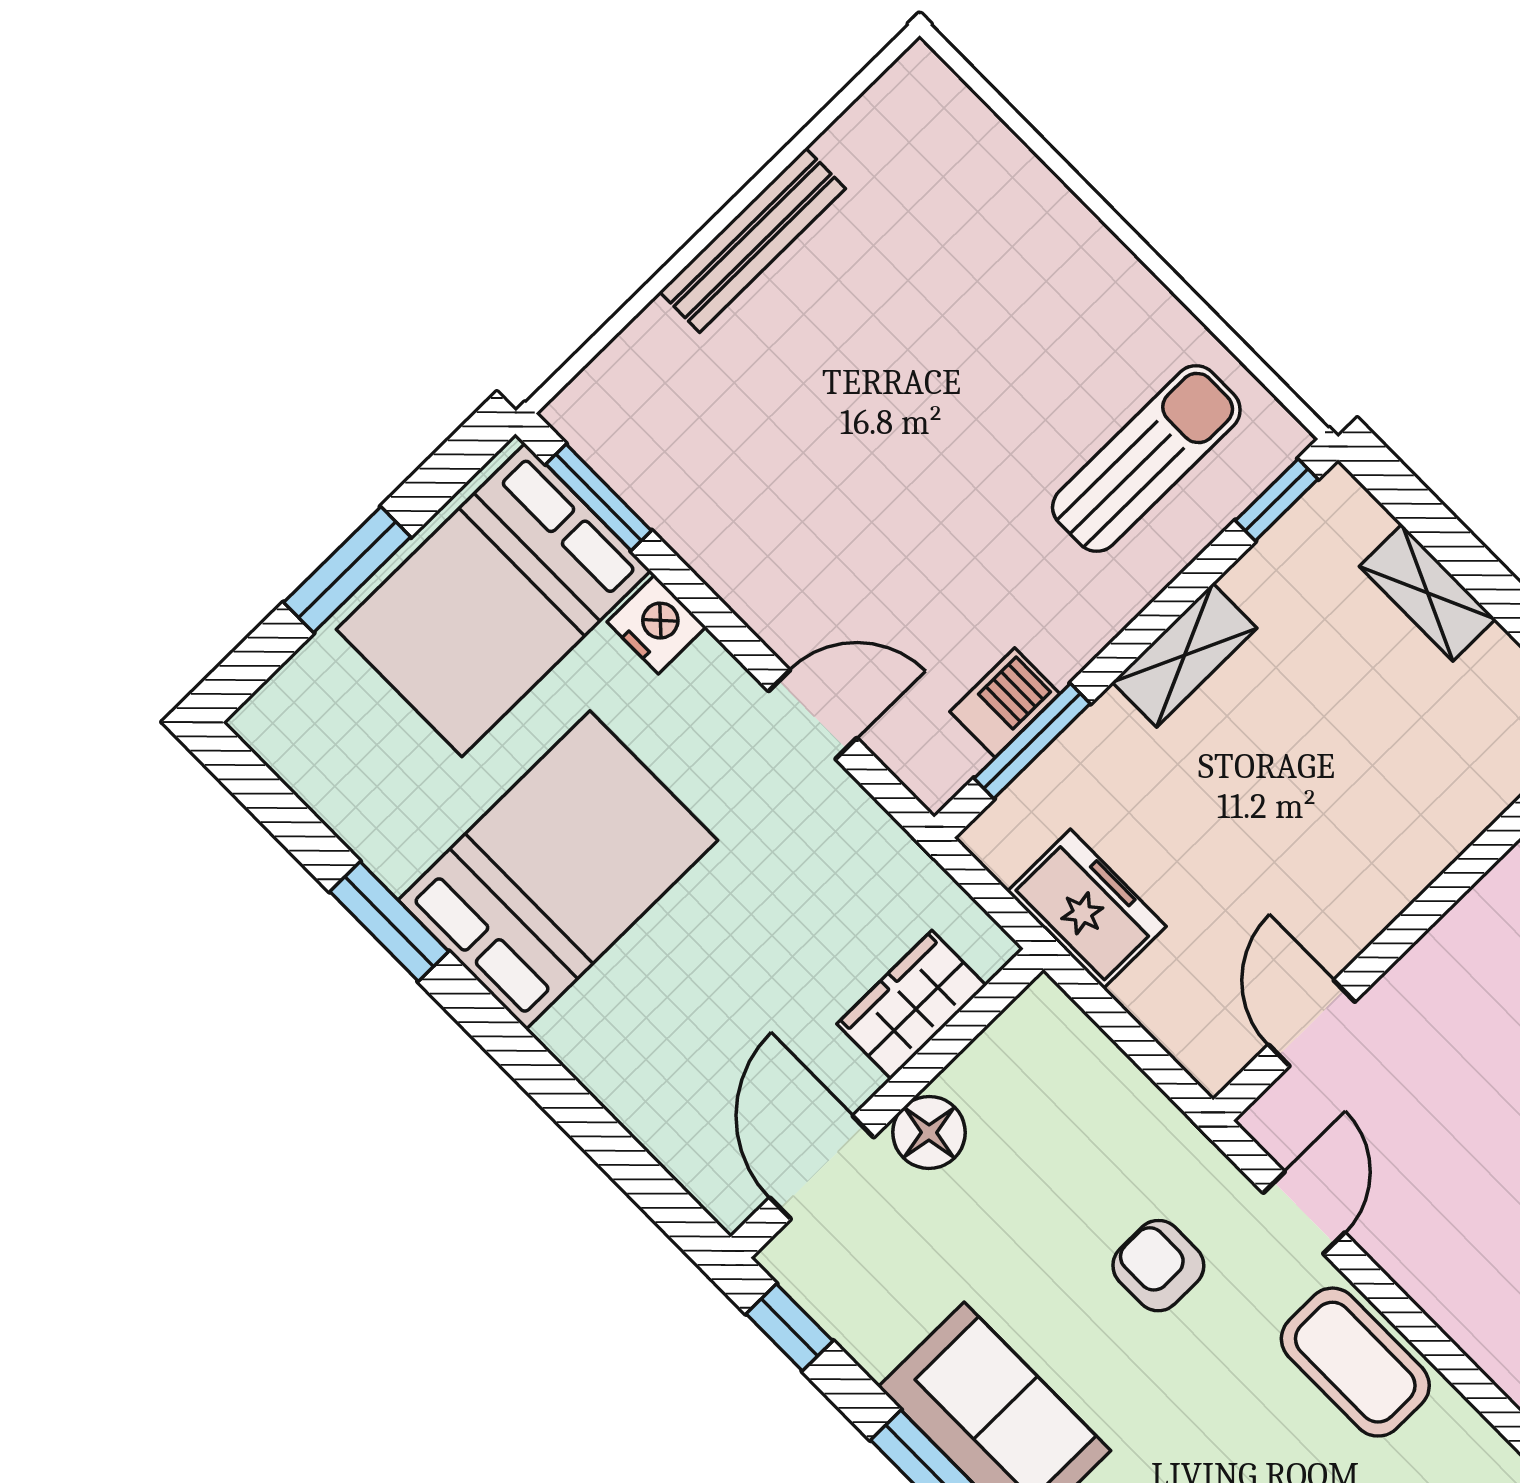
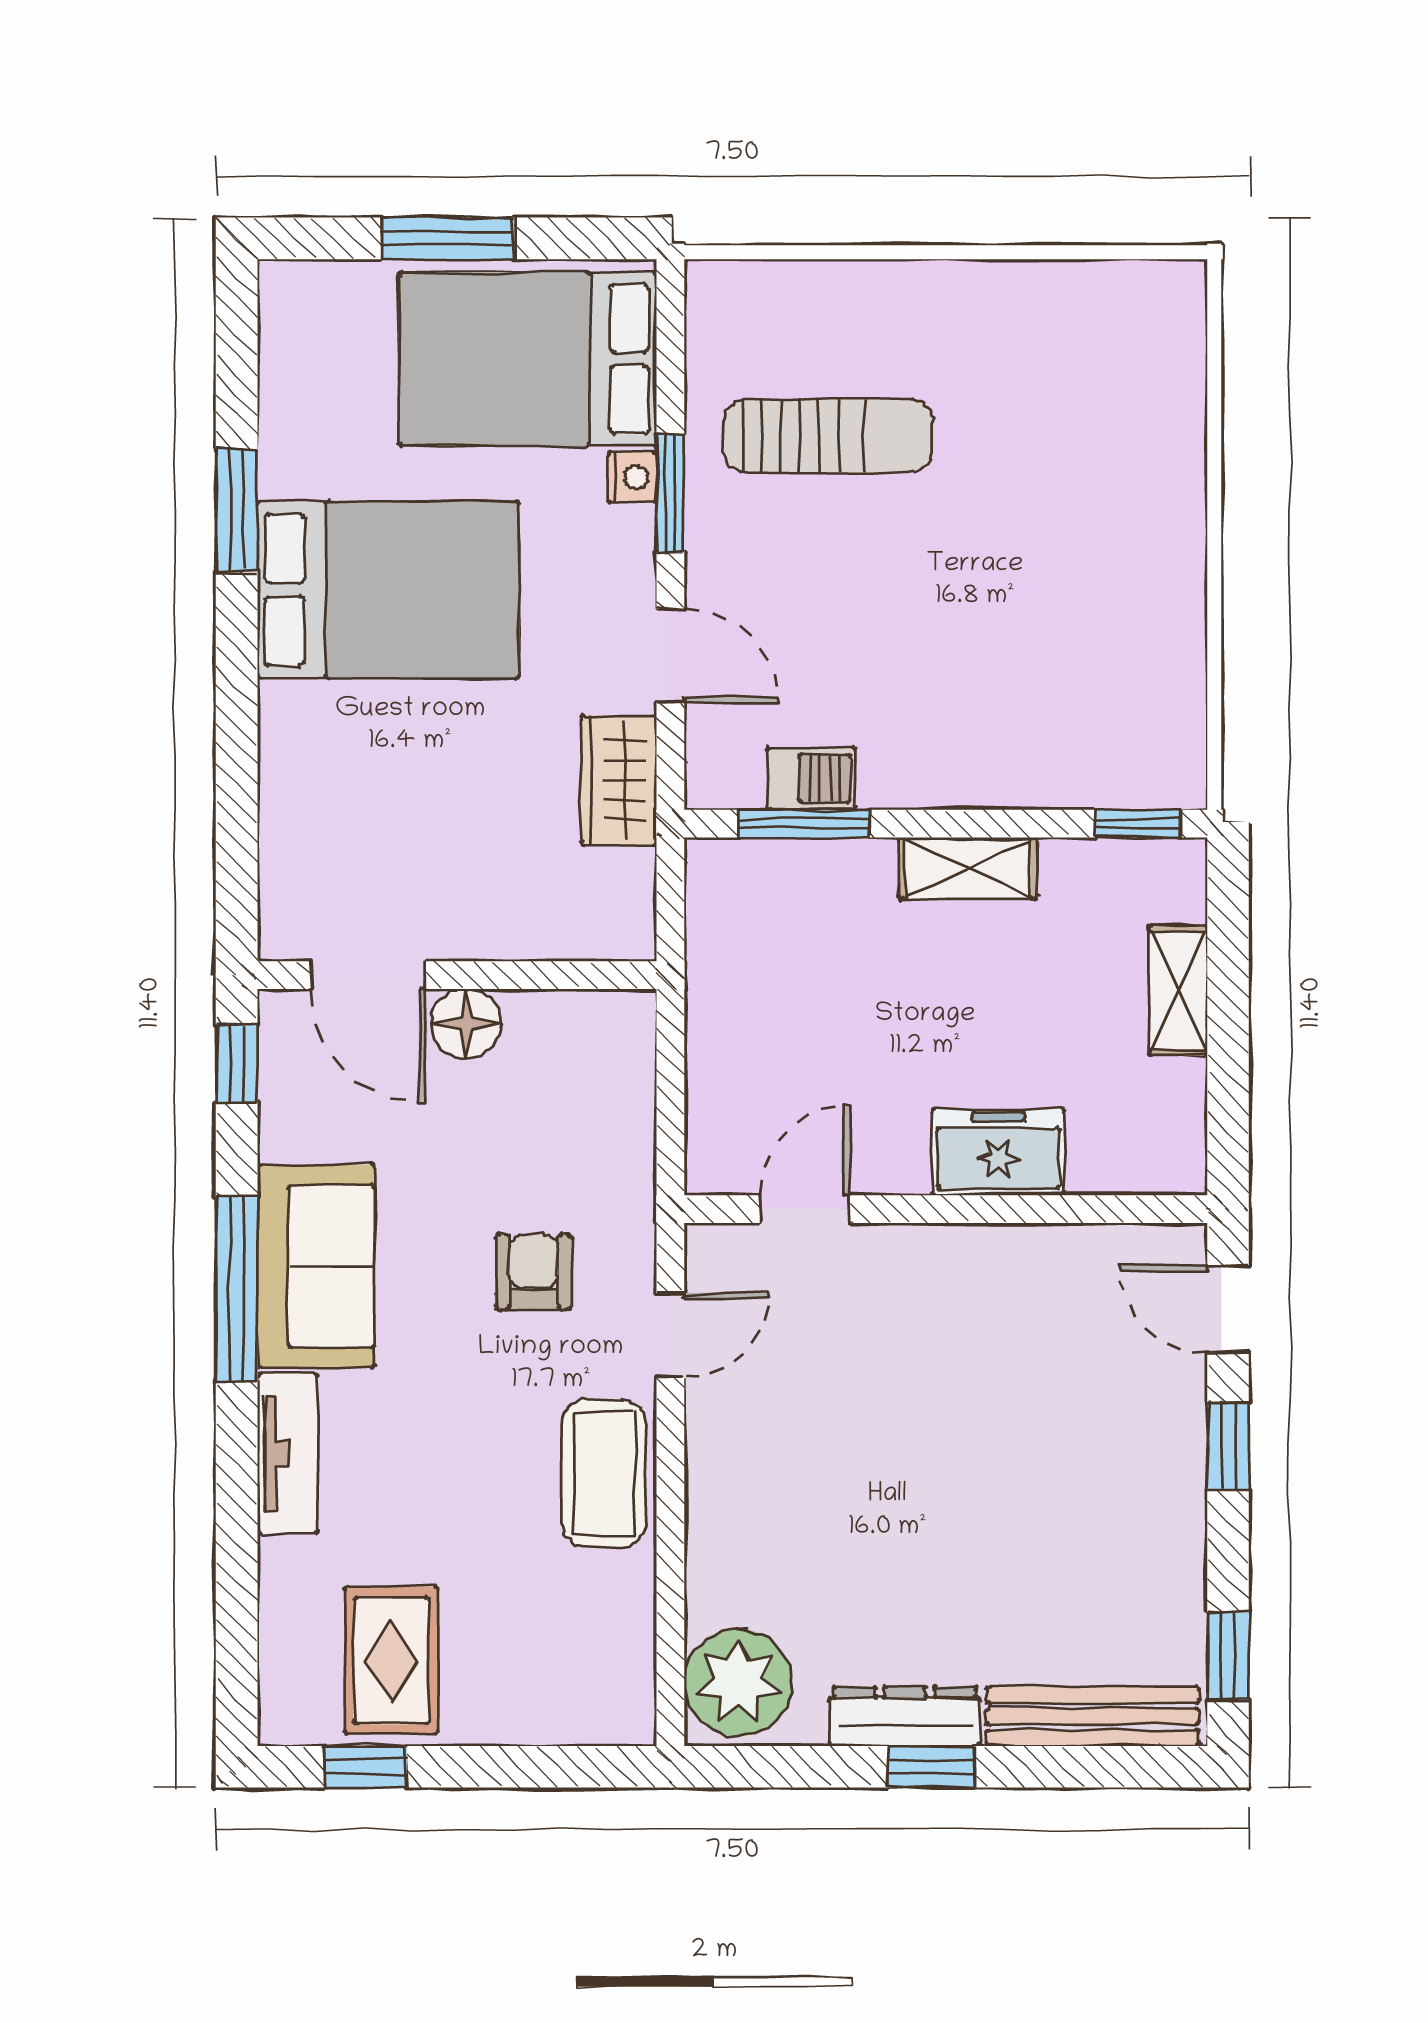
bench: (752, 240) -> (952, 287), removed
sun lounger: (1146, 459) -> (828, 436), moved
window: (599, 497) -> (670, 493), moved
nightstand: (657, 624) -> (632, 477), width x0.72, depth x0.74
freezer: (1087, 909) -> (998, 1152), moved, turned -90
wardrobe: (912, 1005) -> (619, 780), moved, turned -90
door: (822, 1167) -> (368, 975), swing flipped

